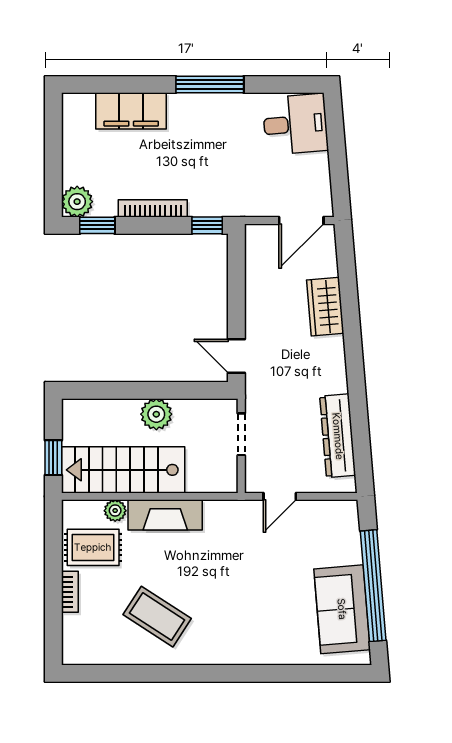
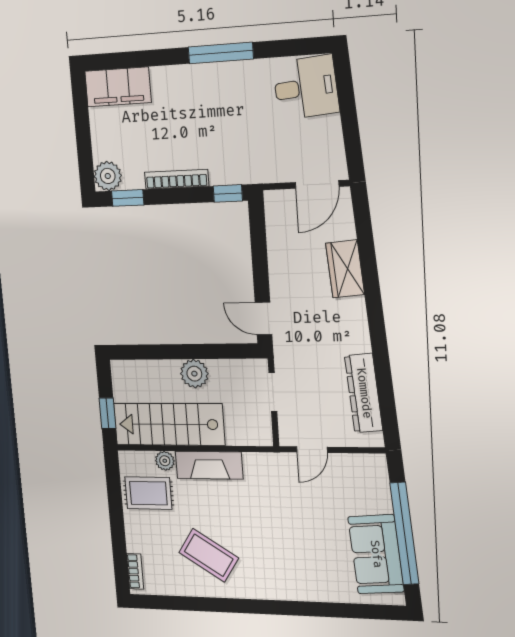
filing cabinet: (131, 111) -> (118, 87), moved
bookcase: (70, 592) -> (135, 571), moved

